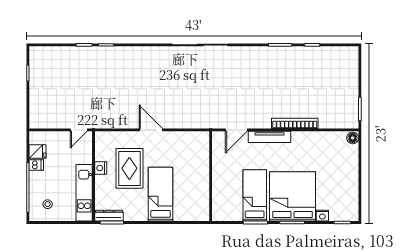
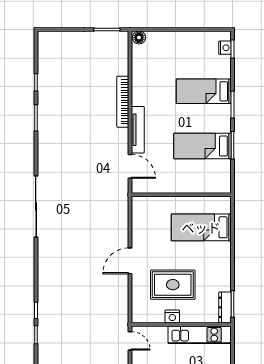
bed: (161, 194) -> (201, 227), moved
bed: (293, 196) -> (204, 91), width x0.49
nightstand: (322, 216) -> (225, 48), moved

